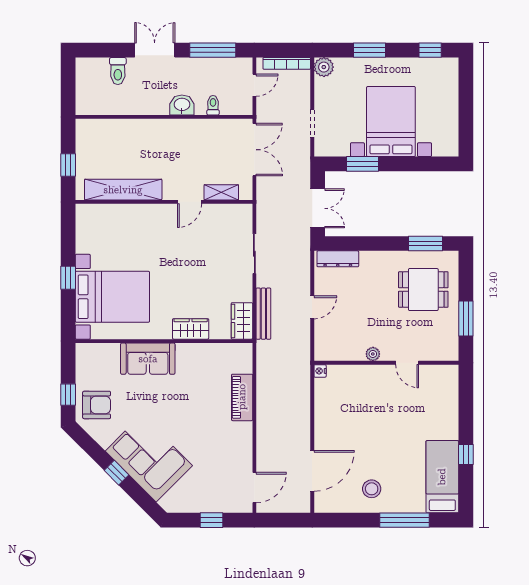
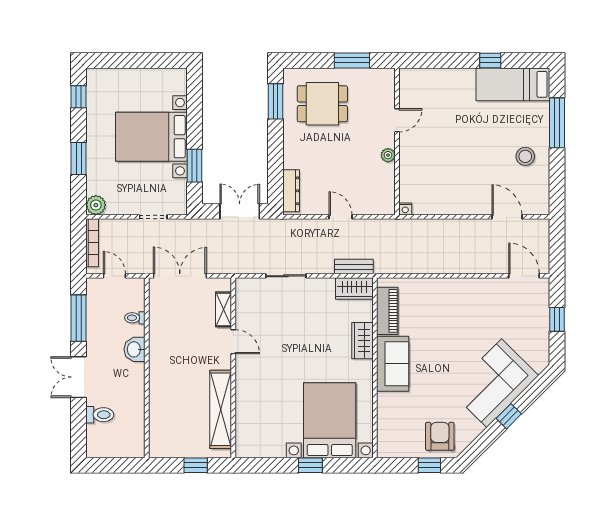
dining table: (423, 290) -> (322, 104), turned 90
bench: (263, 314) -> (354, 267), width x0.73
sofa: (148, 359) -> (393, 364), moved
piano: (242, 397) -> (387, 311), moved, turned -90
door: (312, 471) -> (507, 217), width x0.73

